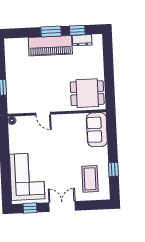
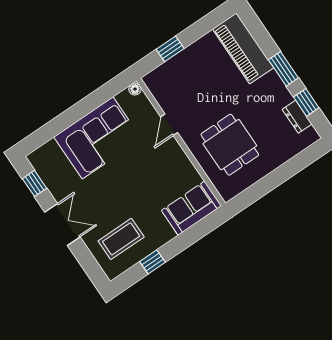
piano: (50, 46) -> (243, 48), moved
dining table: (87, 93) -> (230, 145), moved
corner sofa: (27, 177) -> (98, 138), moved

